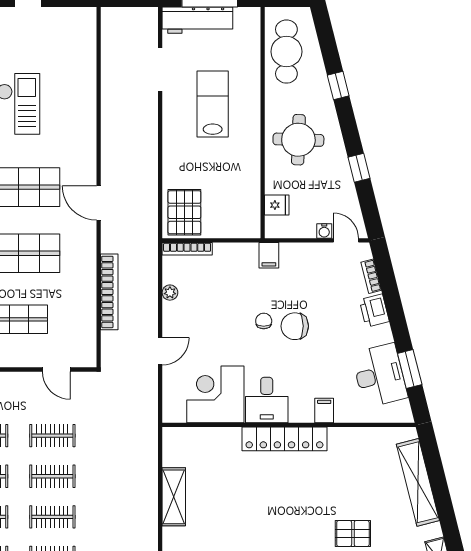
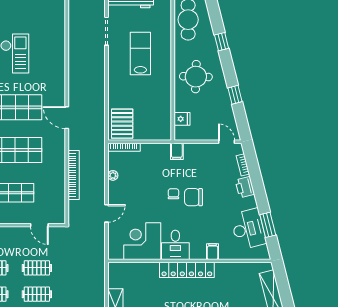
water cooler: (324, 231) -> (213, 136), removed

